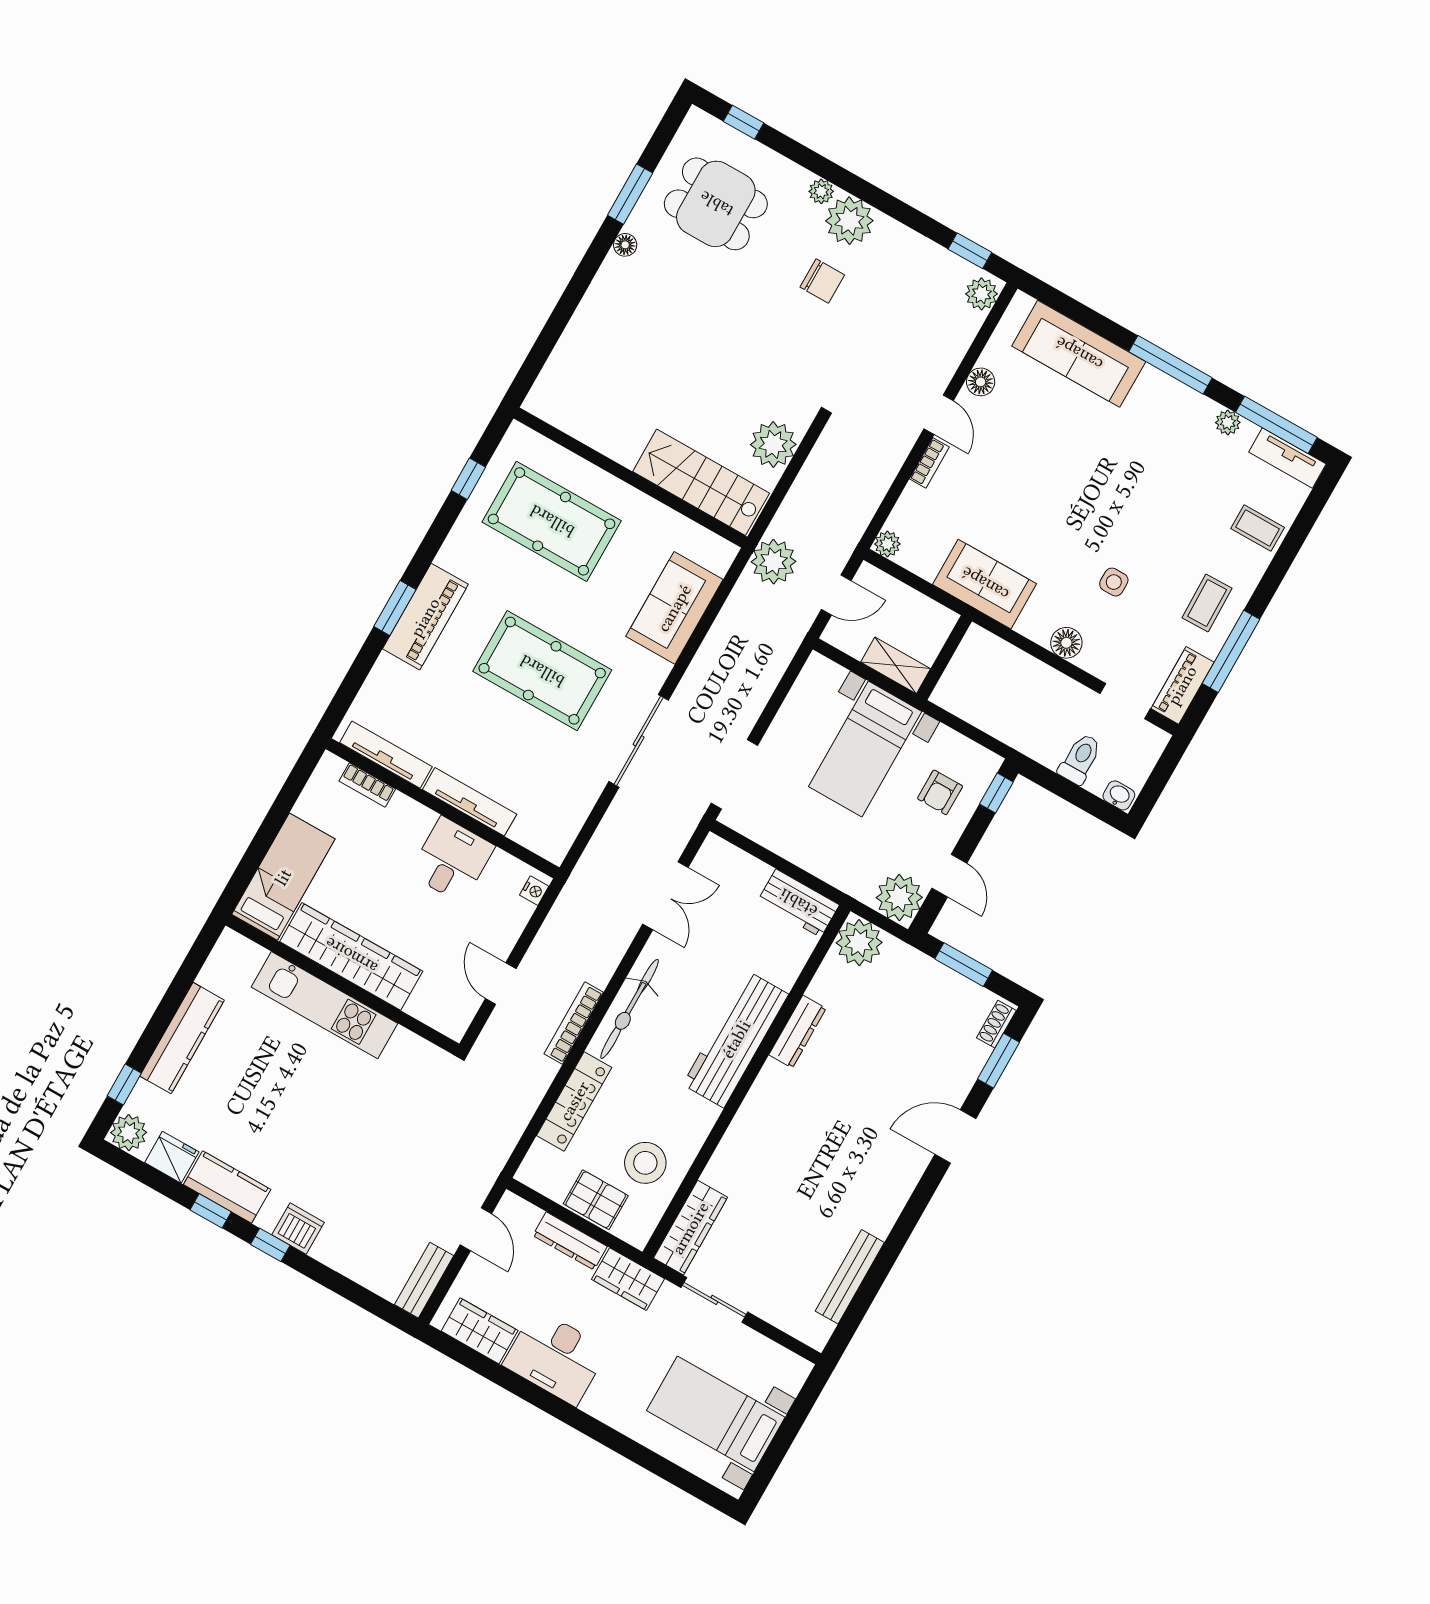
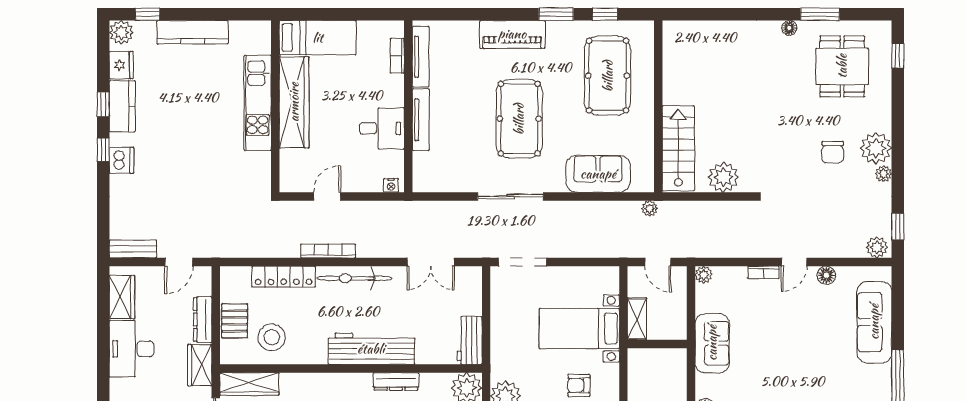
plant: (821, 191) -> (883, 174), moved
plant: (774, 562) -> (650, 209), width x0.53, depth x0.53
window: (395, 608) -> (556, 14), moved

